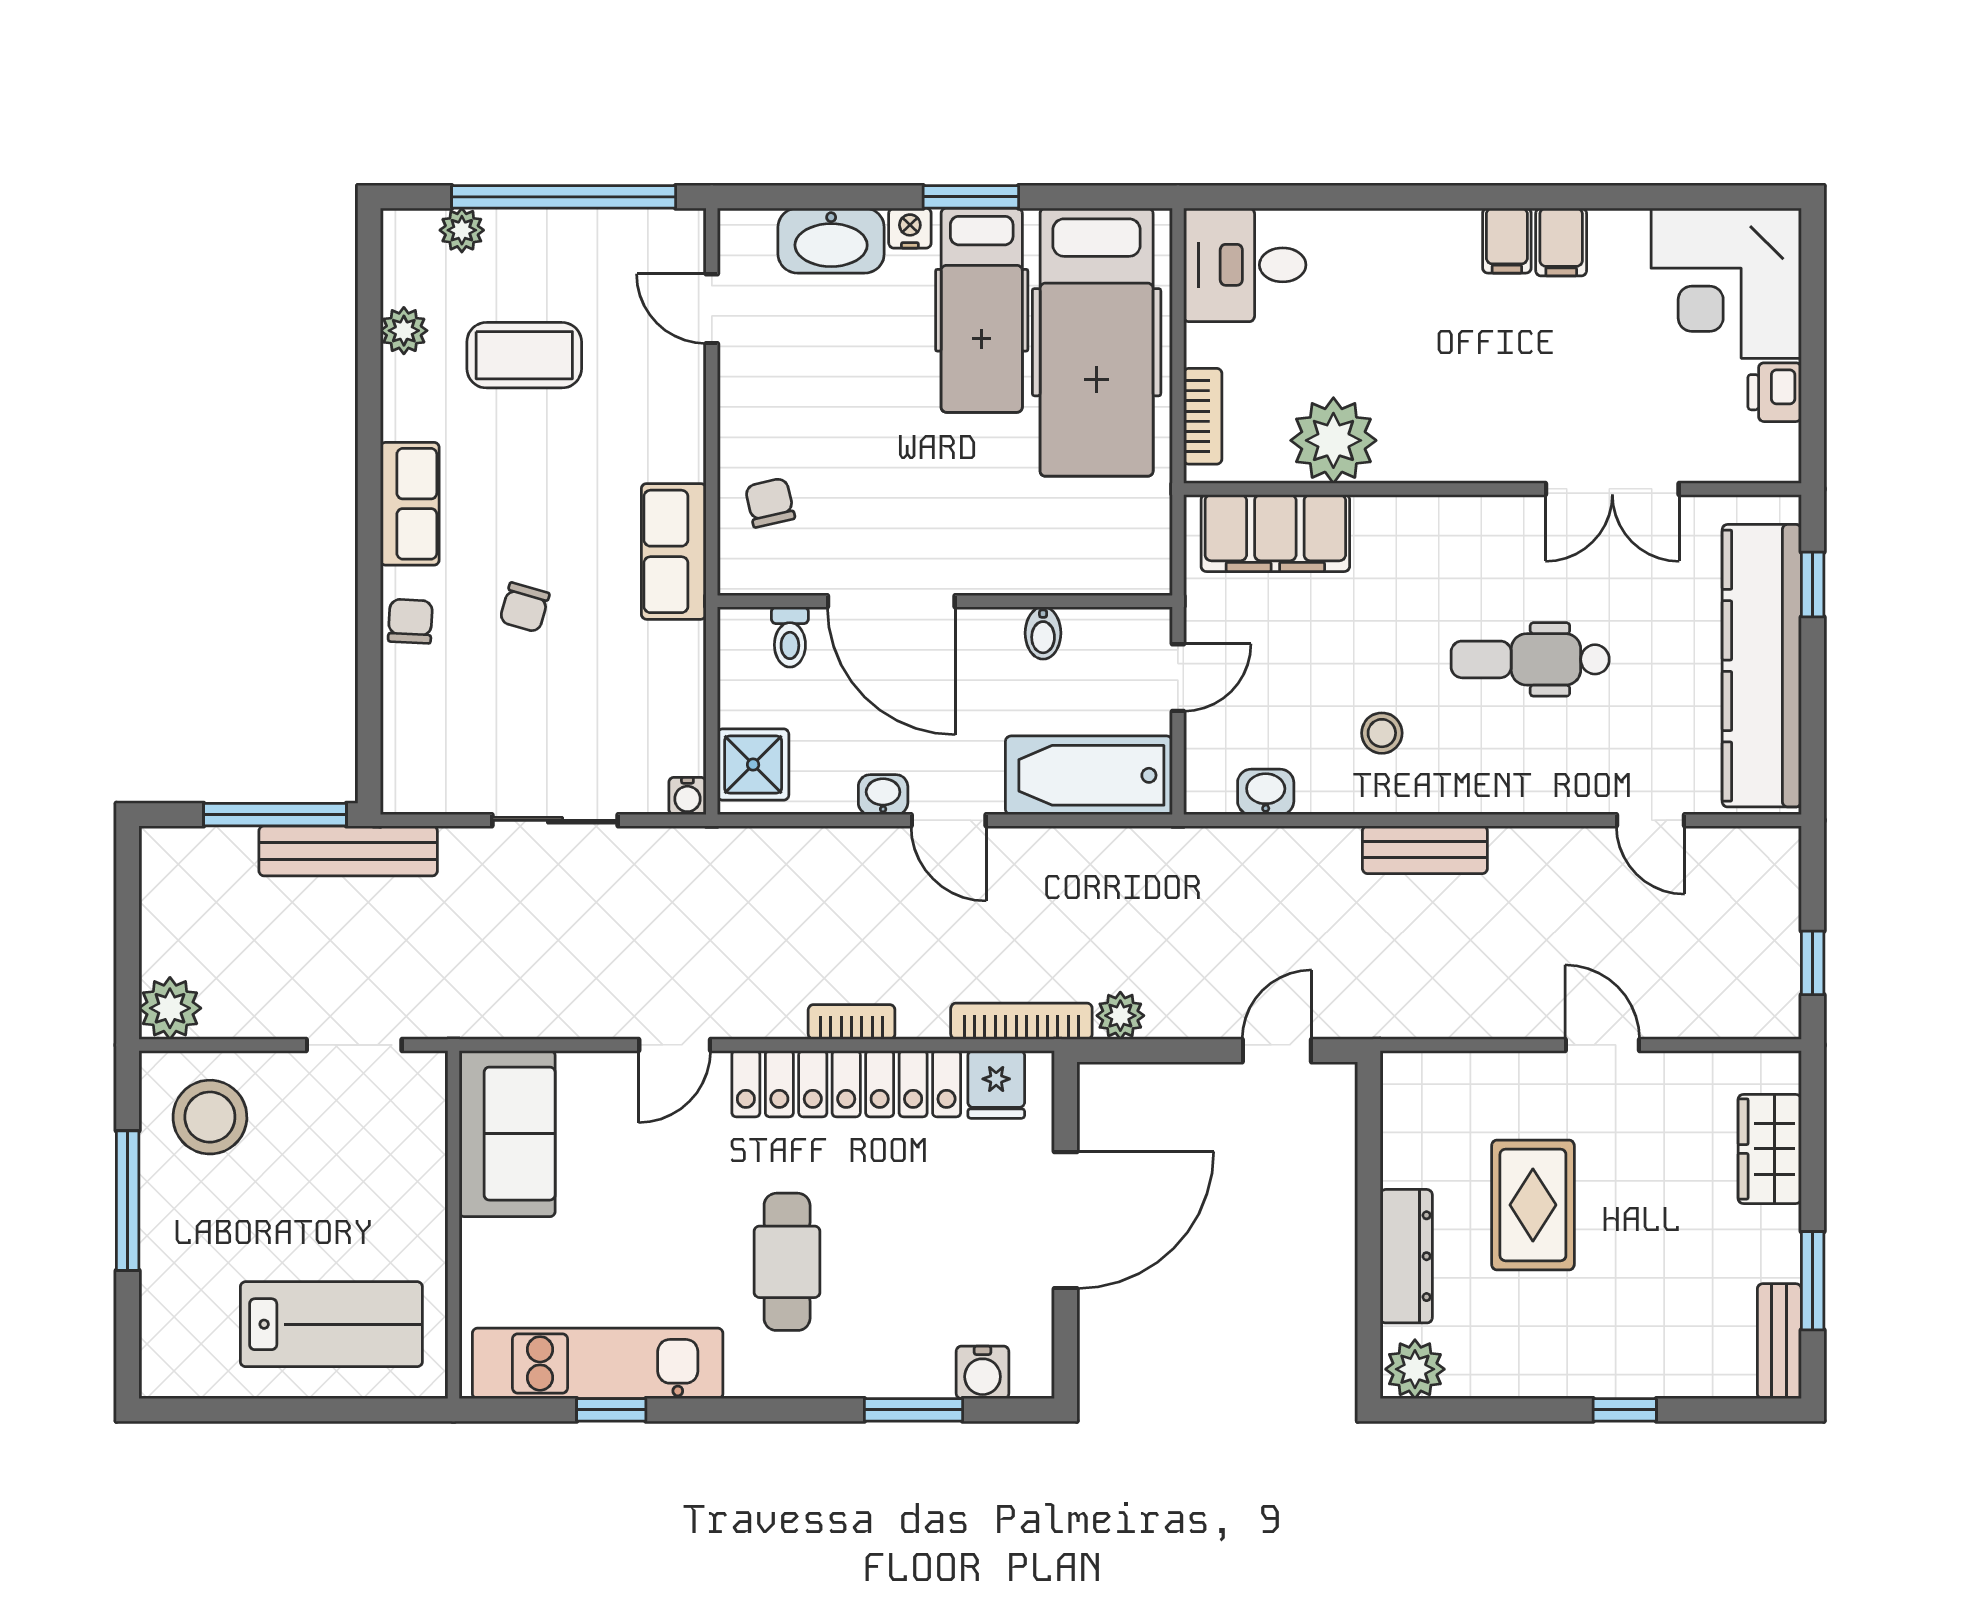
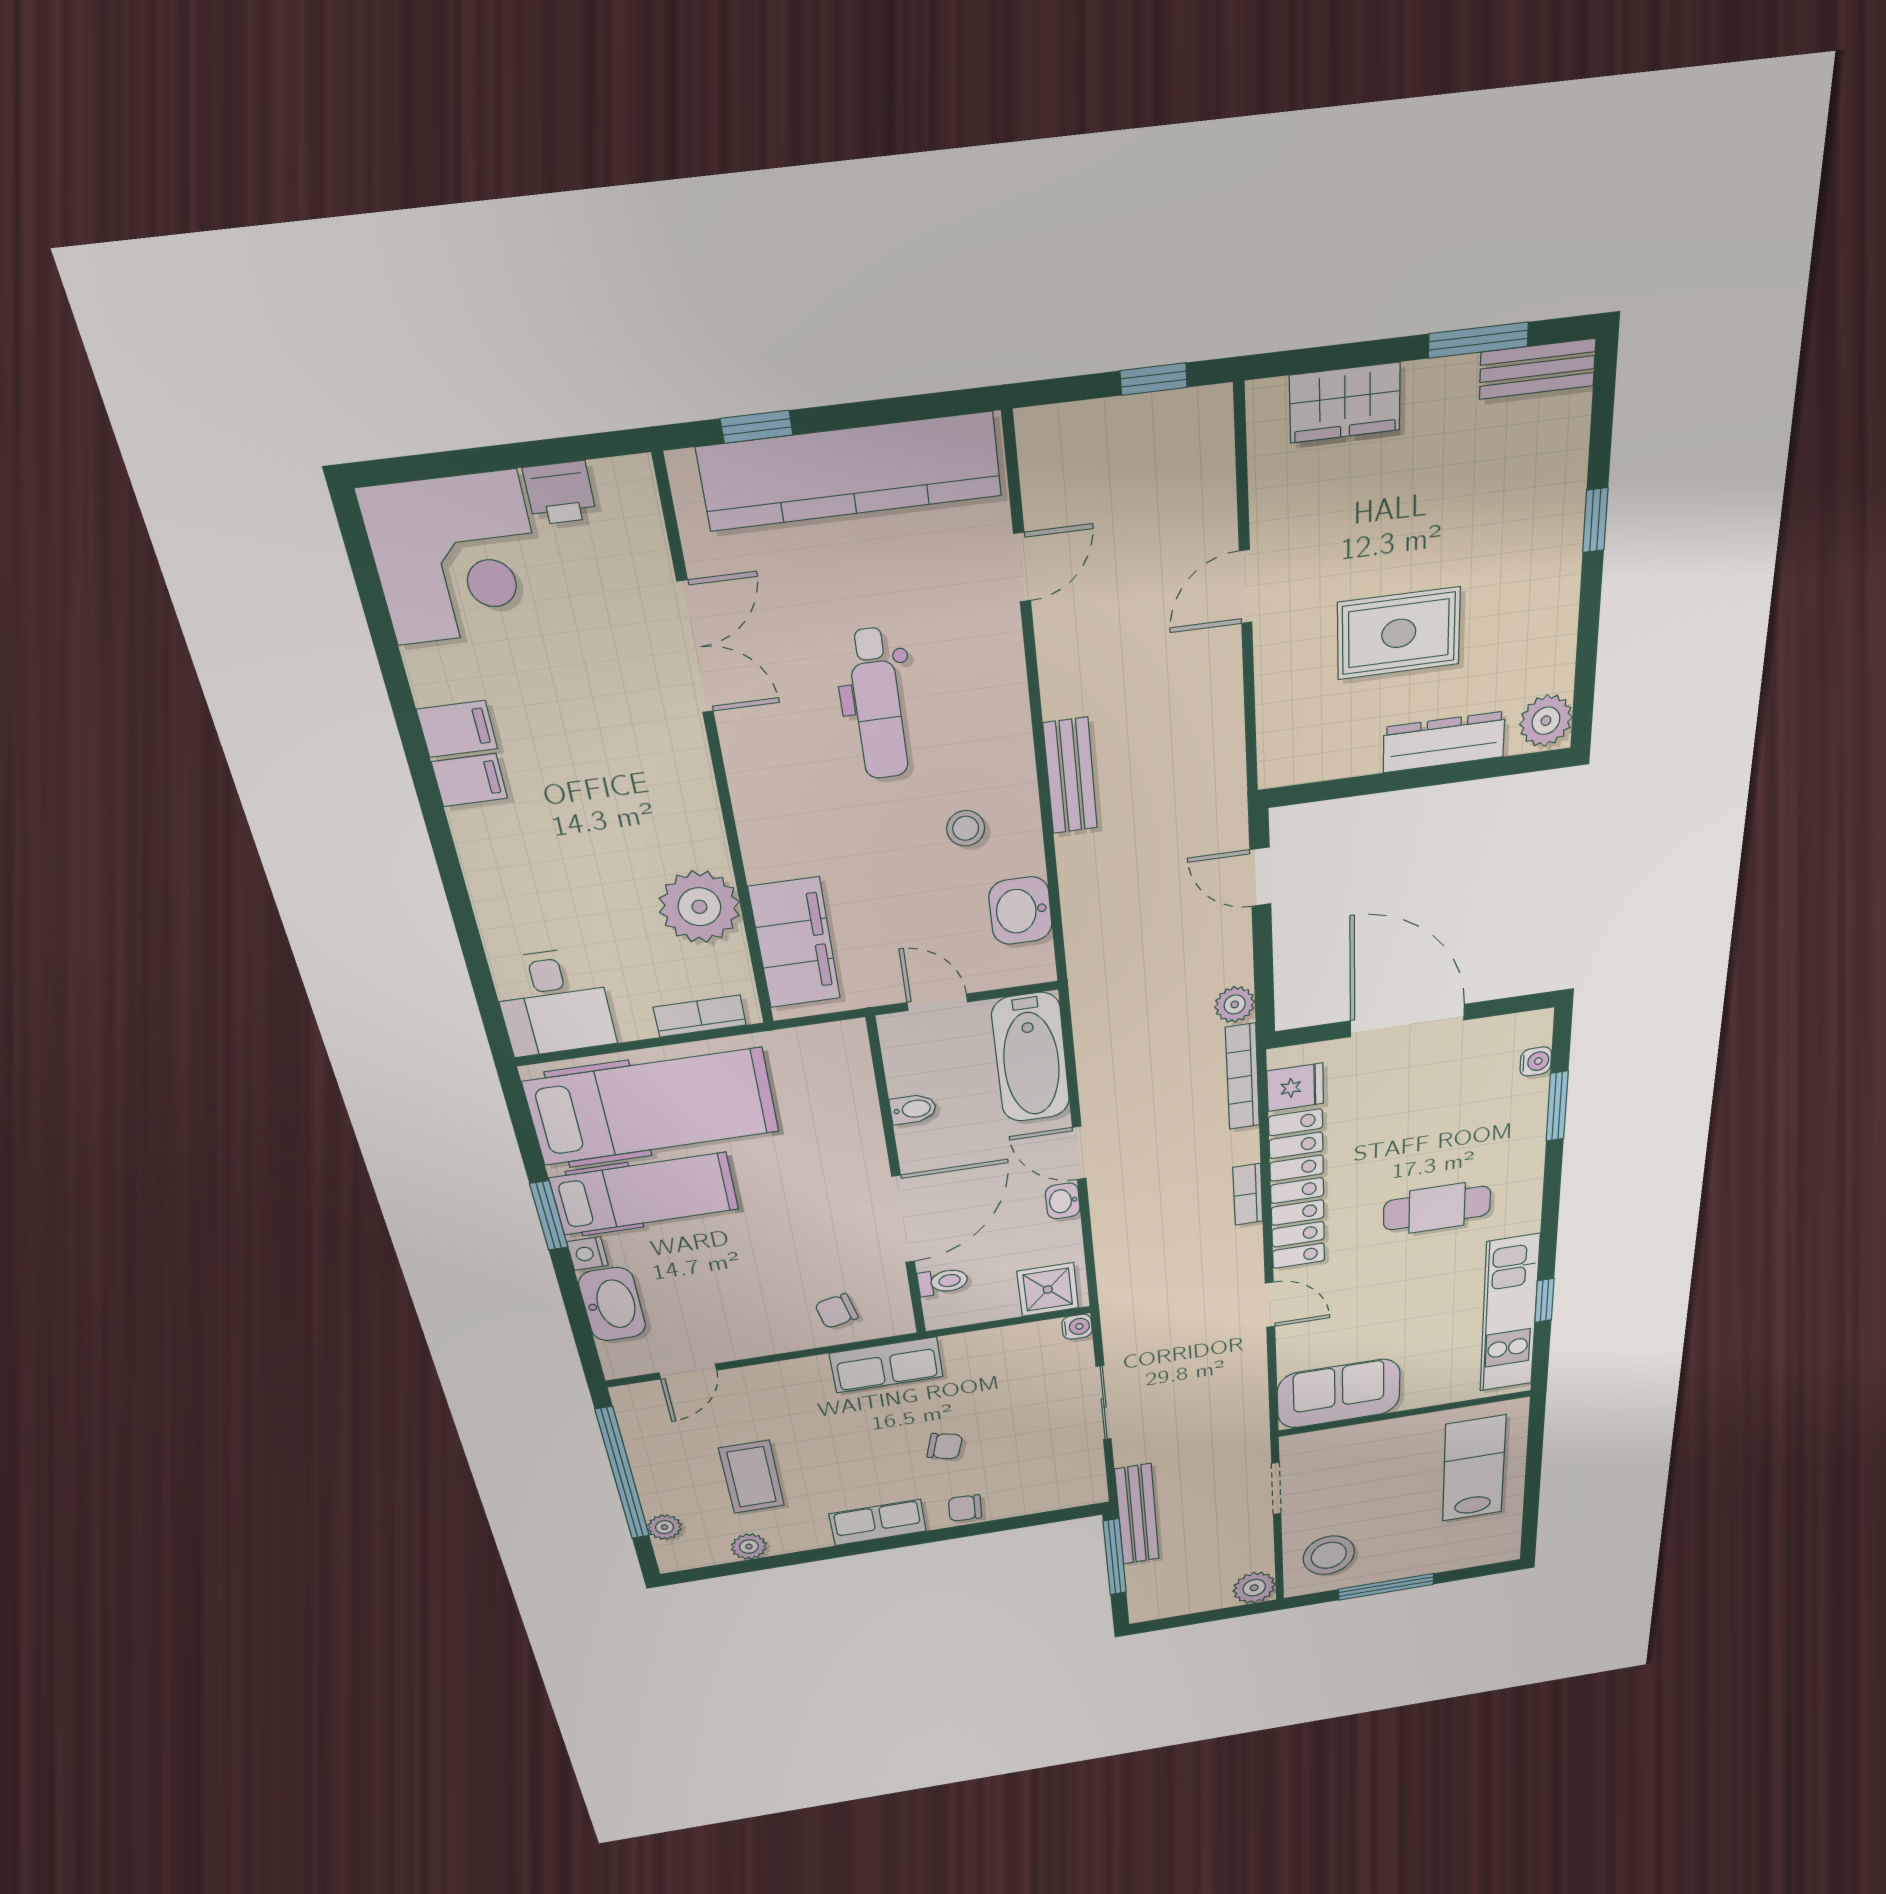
washbasin: (1266, 792) -> (1020, 911), width x1.38, depth x1.45
door: (949, 820) -> (1079, 1153), swing flipped
water cooler: (983, 1372) -> (1536, 1061), width x0.72, depth x0.72

